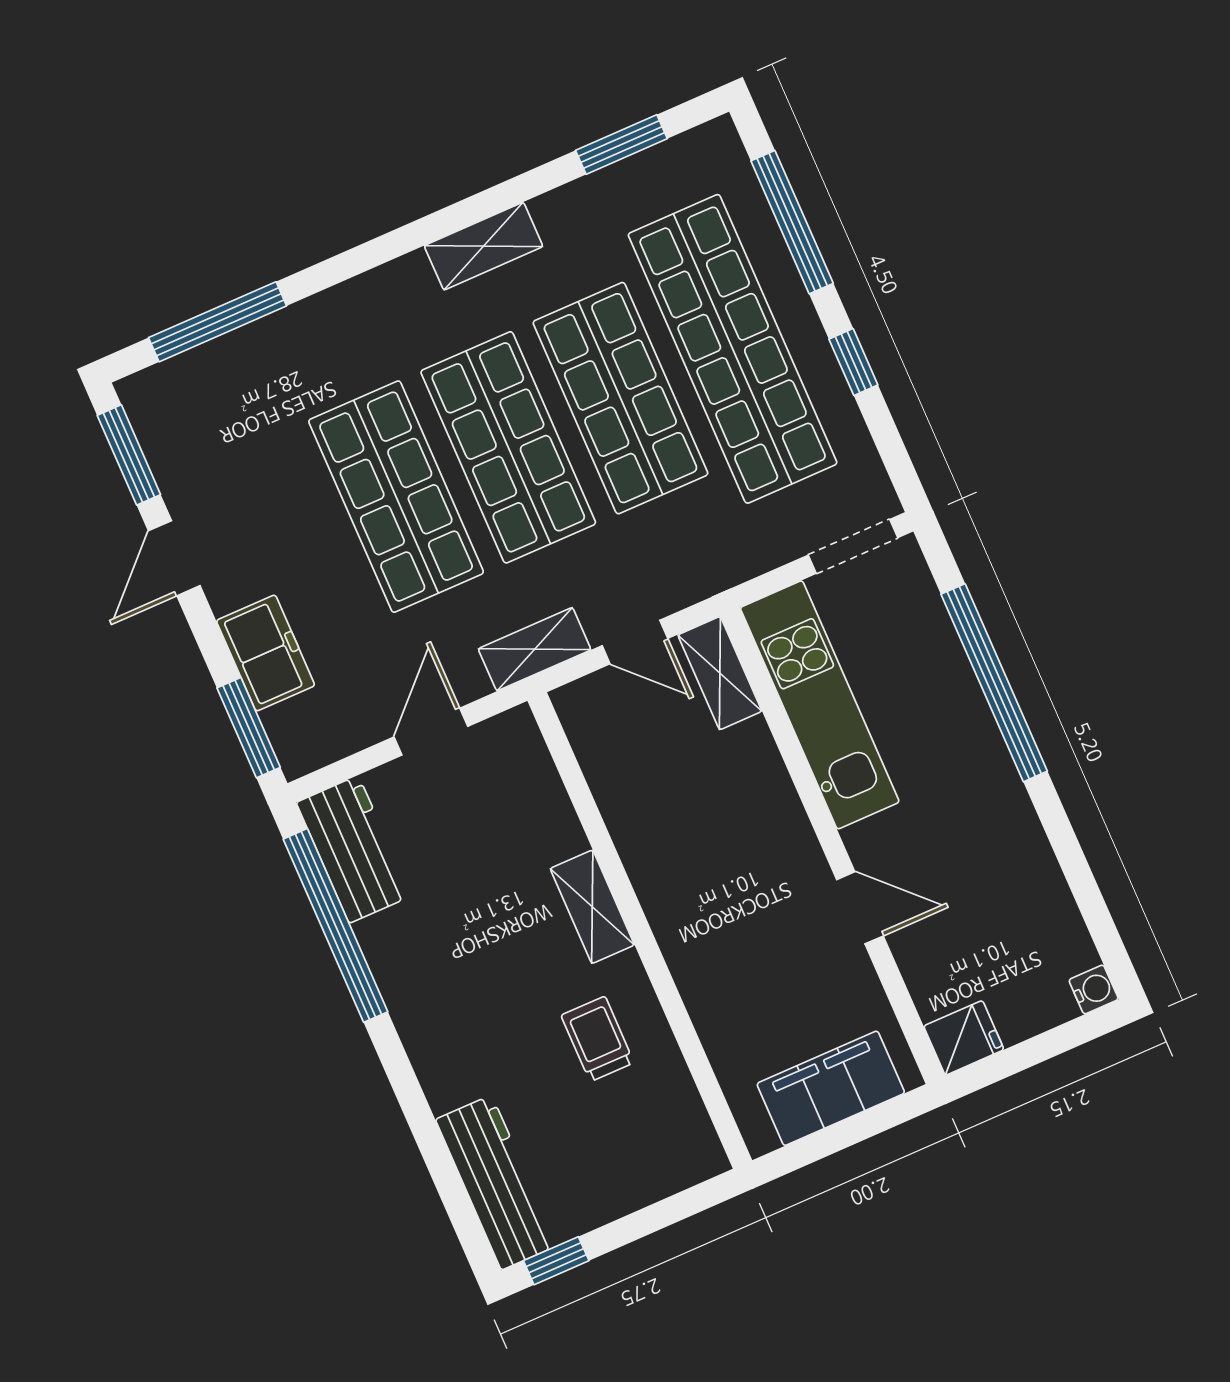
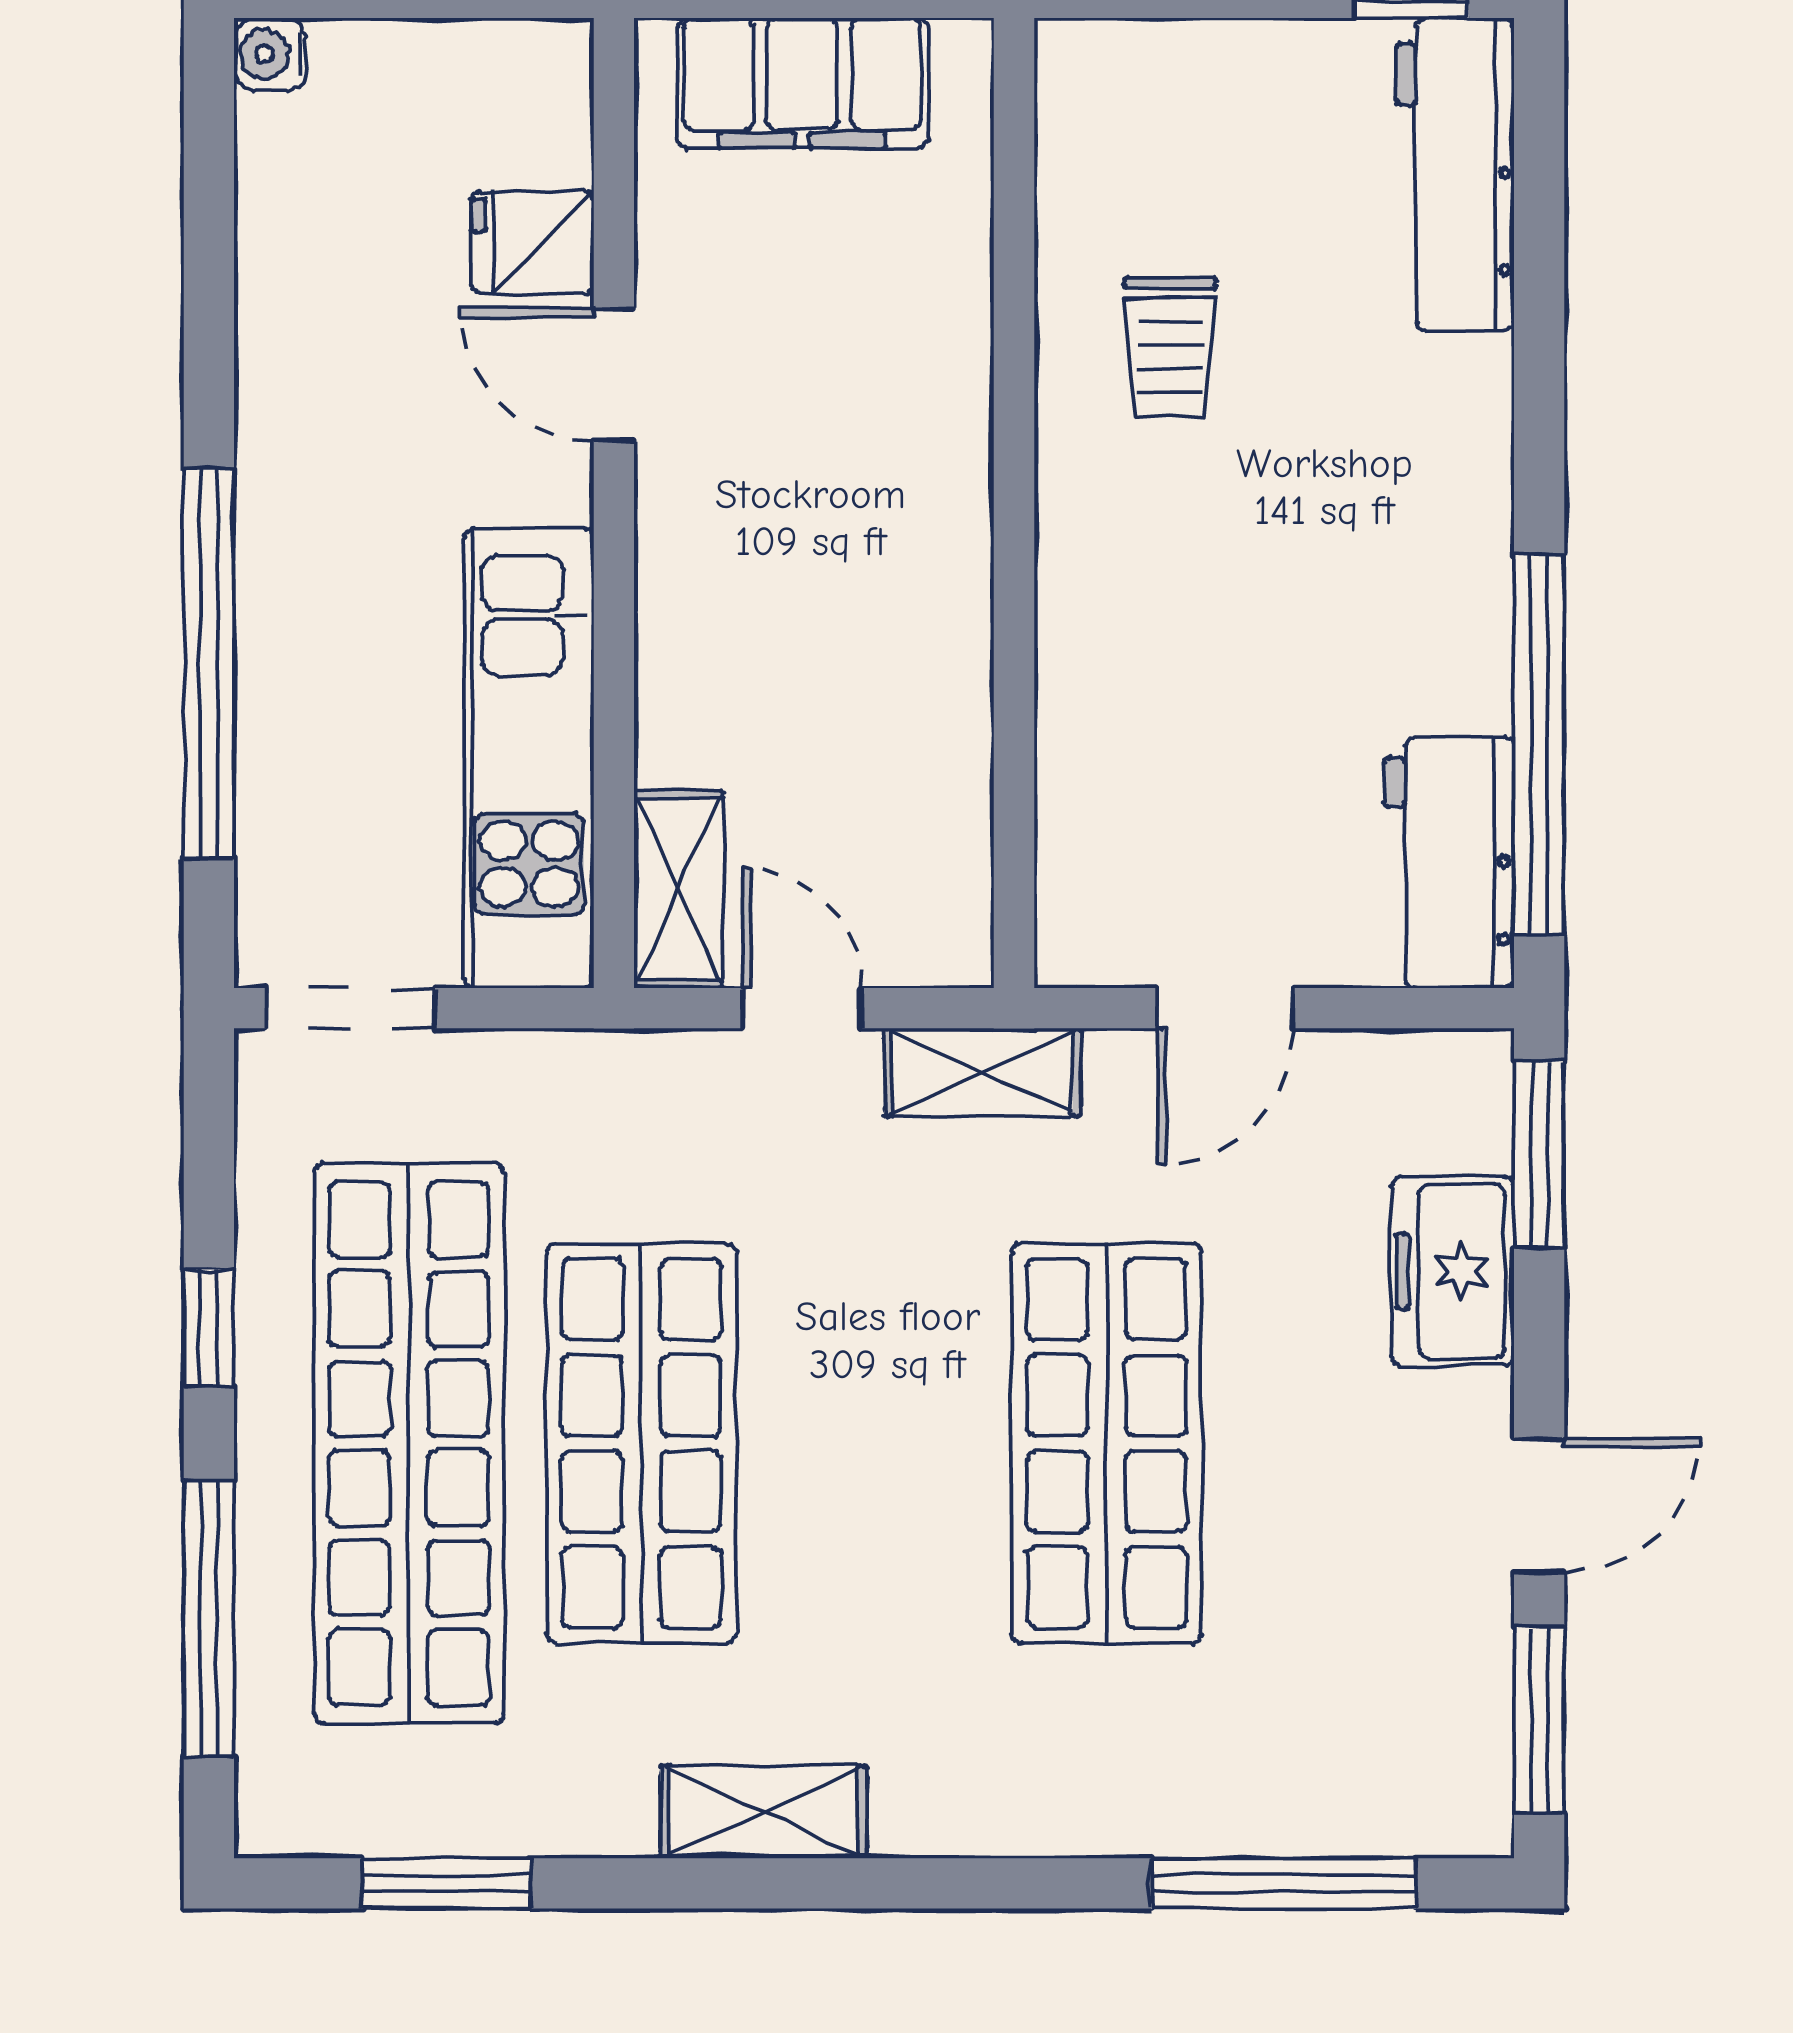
shop shelf: (508, 447) -> (874, 1443), removed
shelving: (592, 907) -> (1078, 581), removed
fridge: (964, 1038) -> (533, 242), moved

